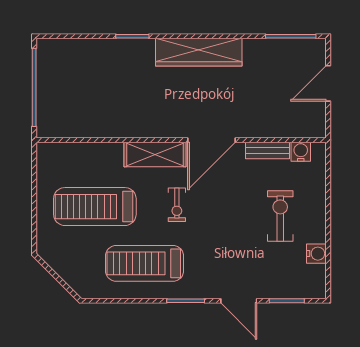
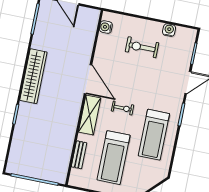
bench: (268, 150) -> (79, 155), moved

